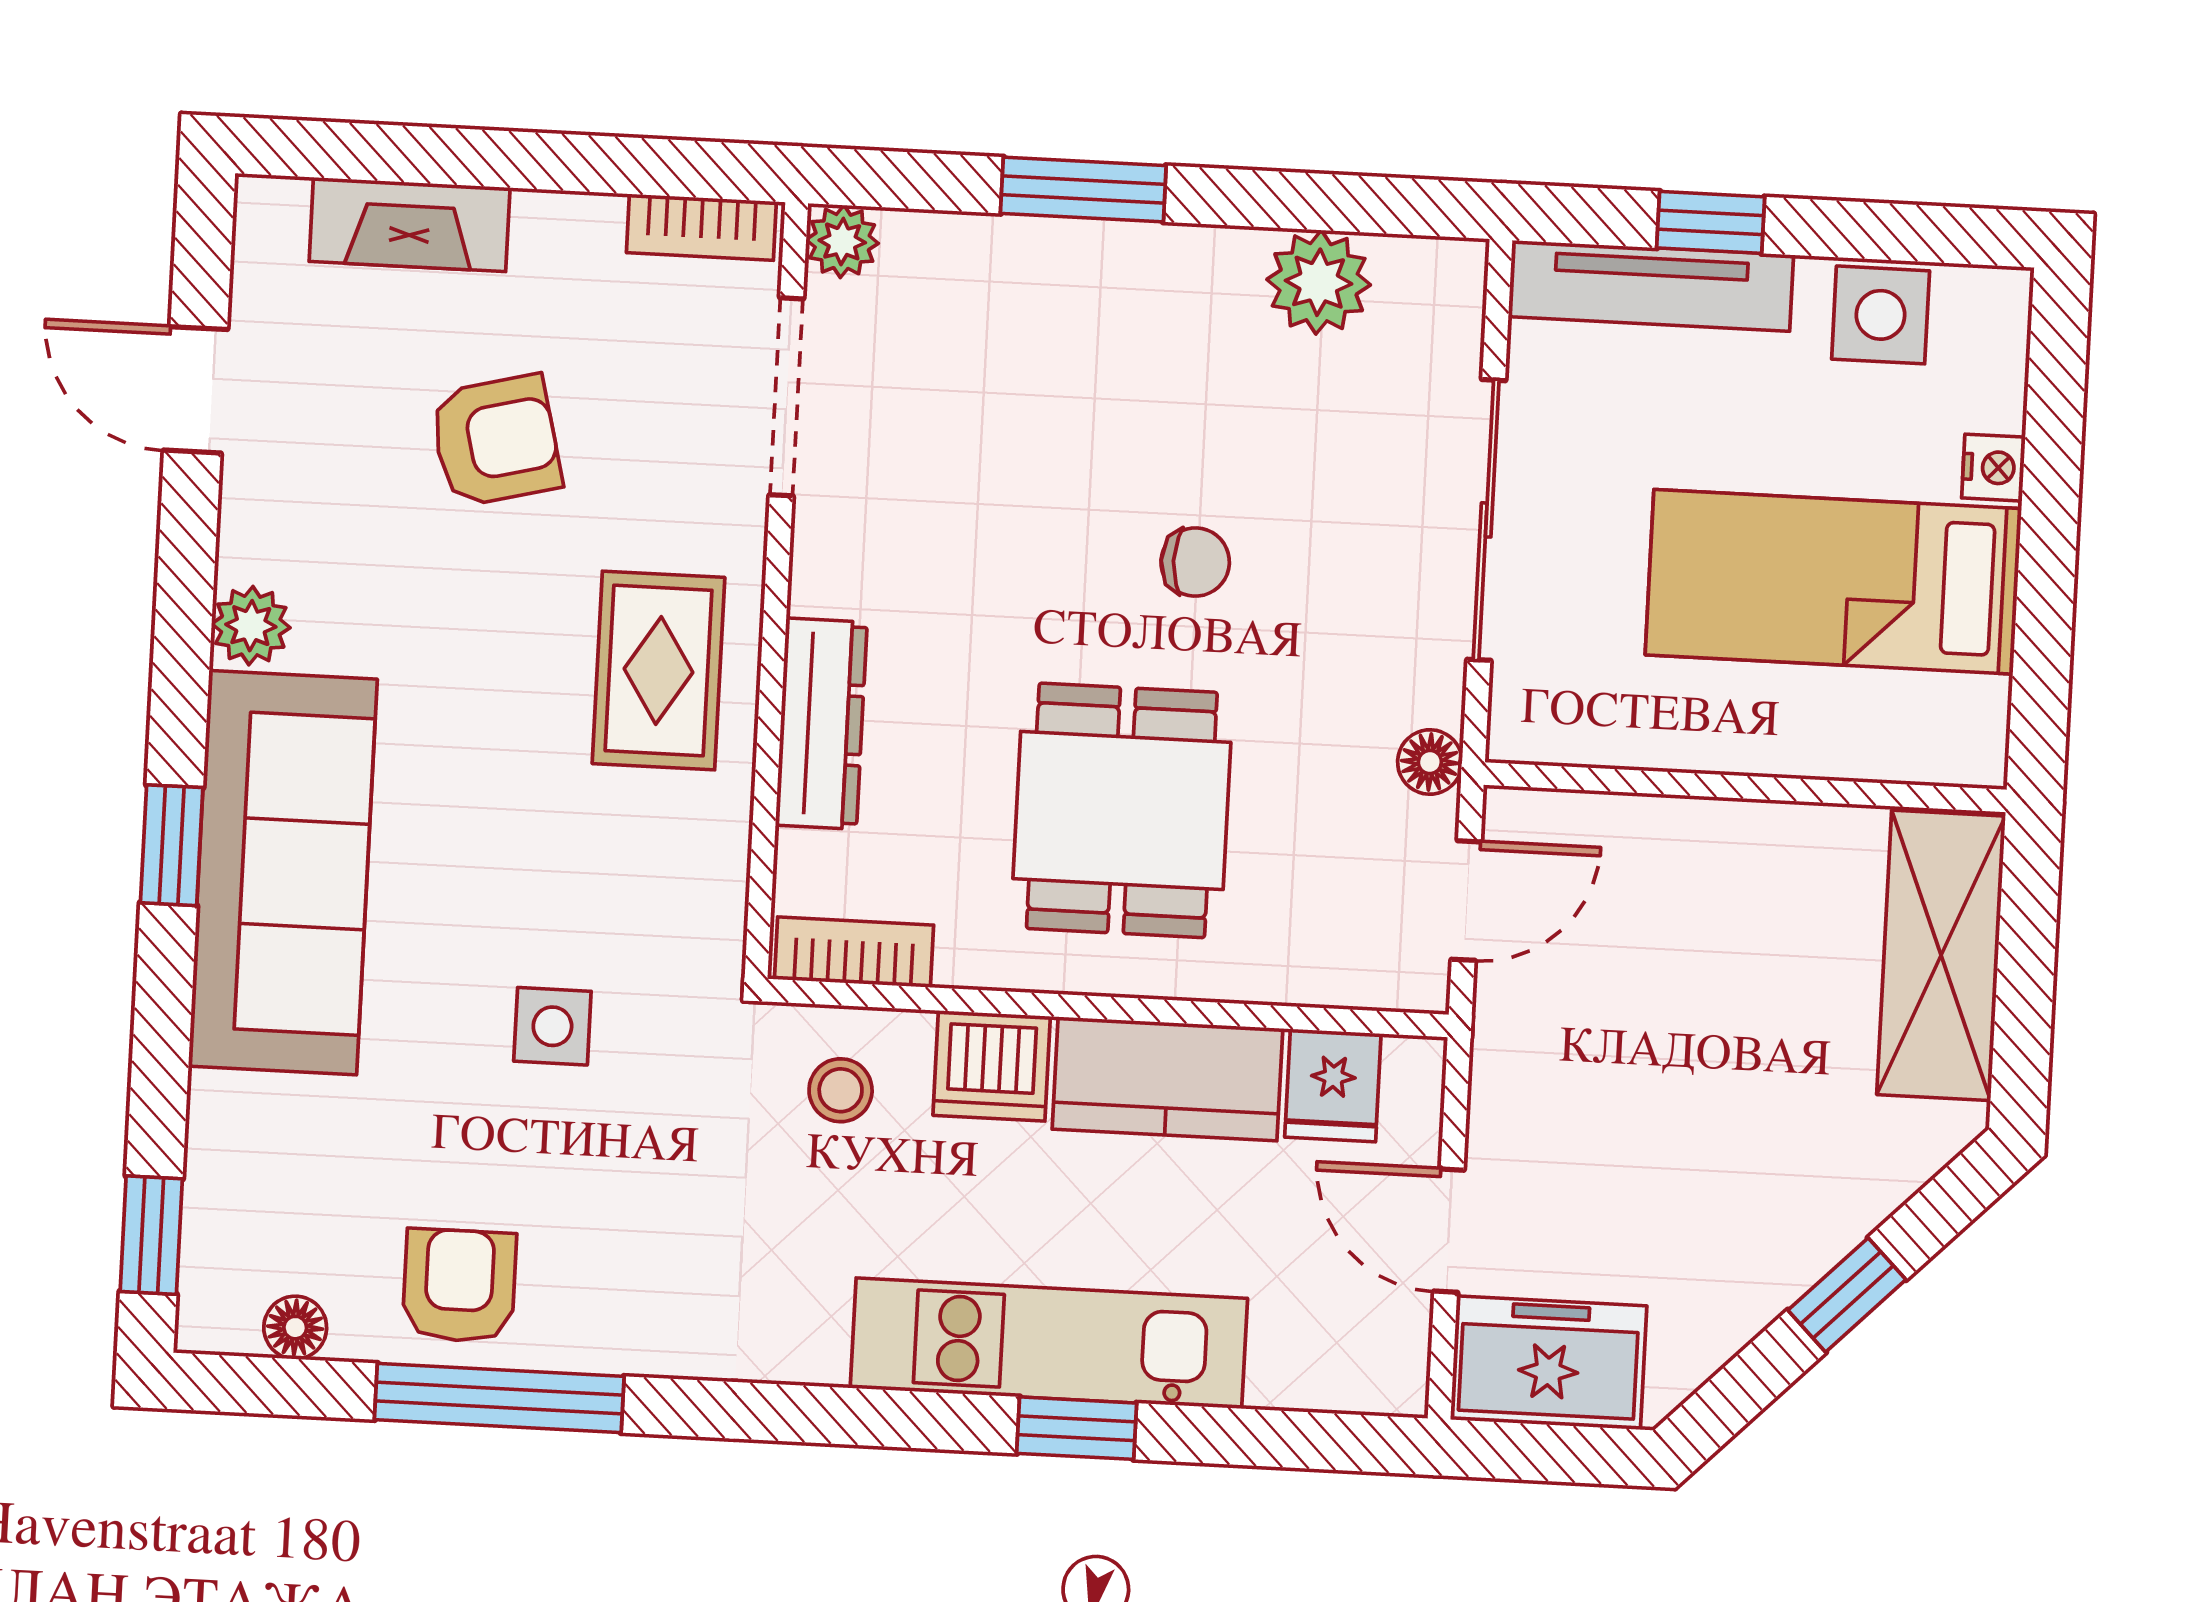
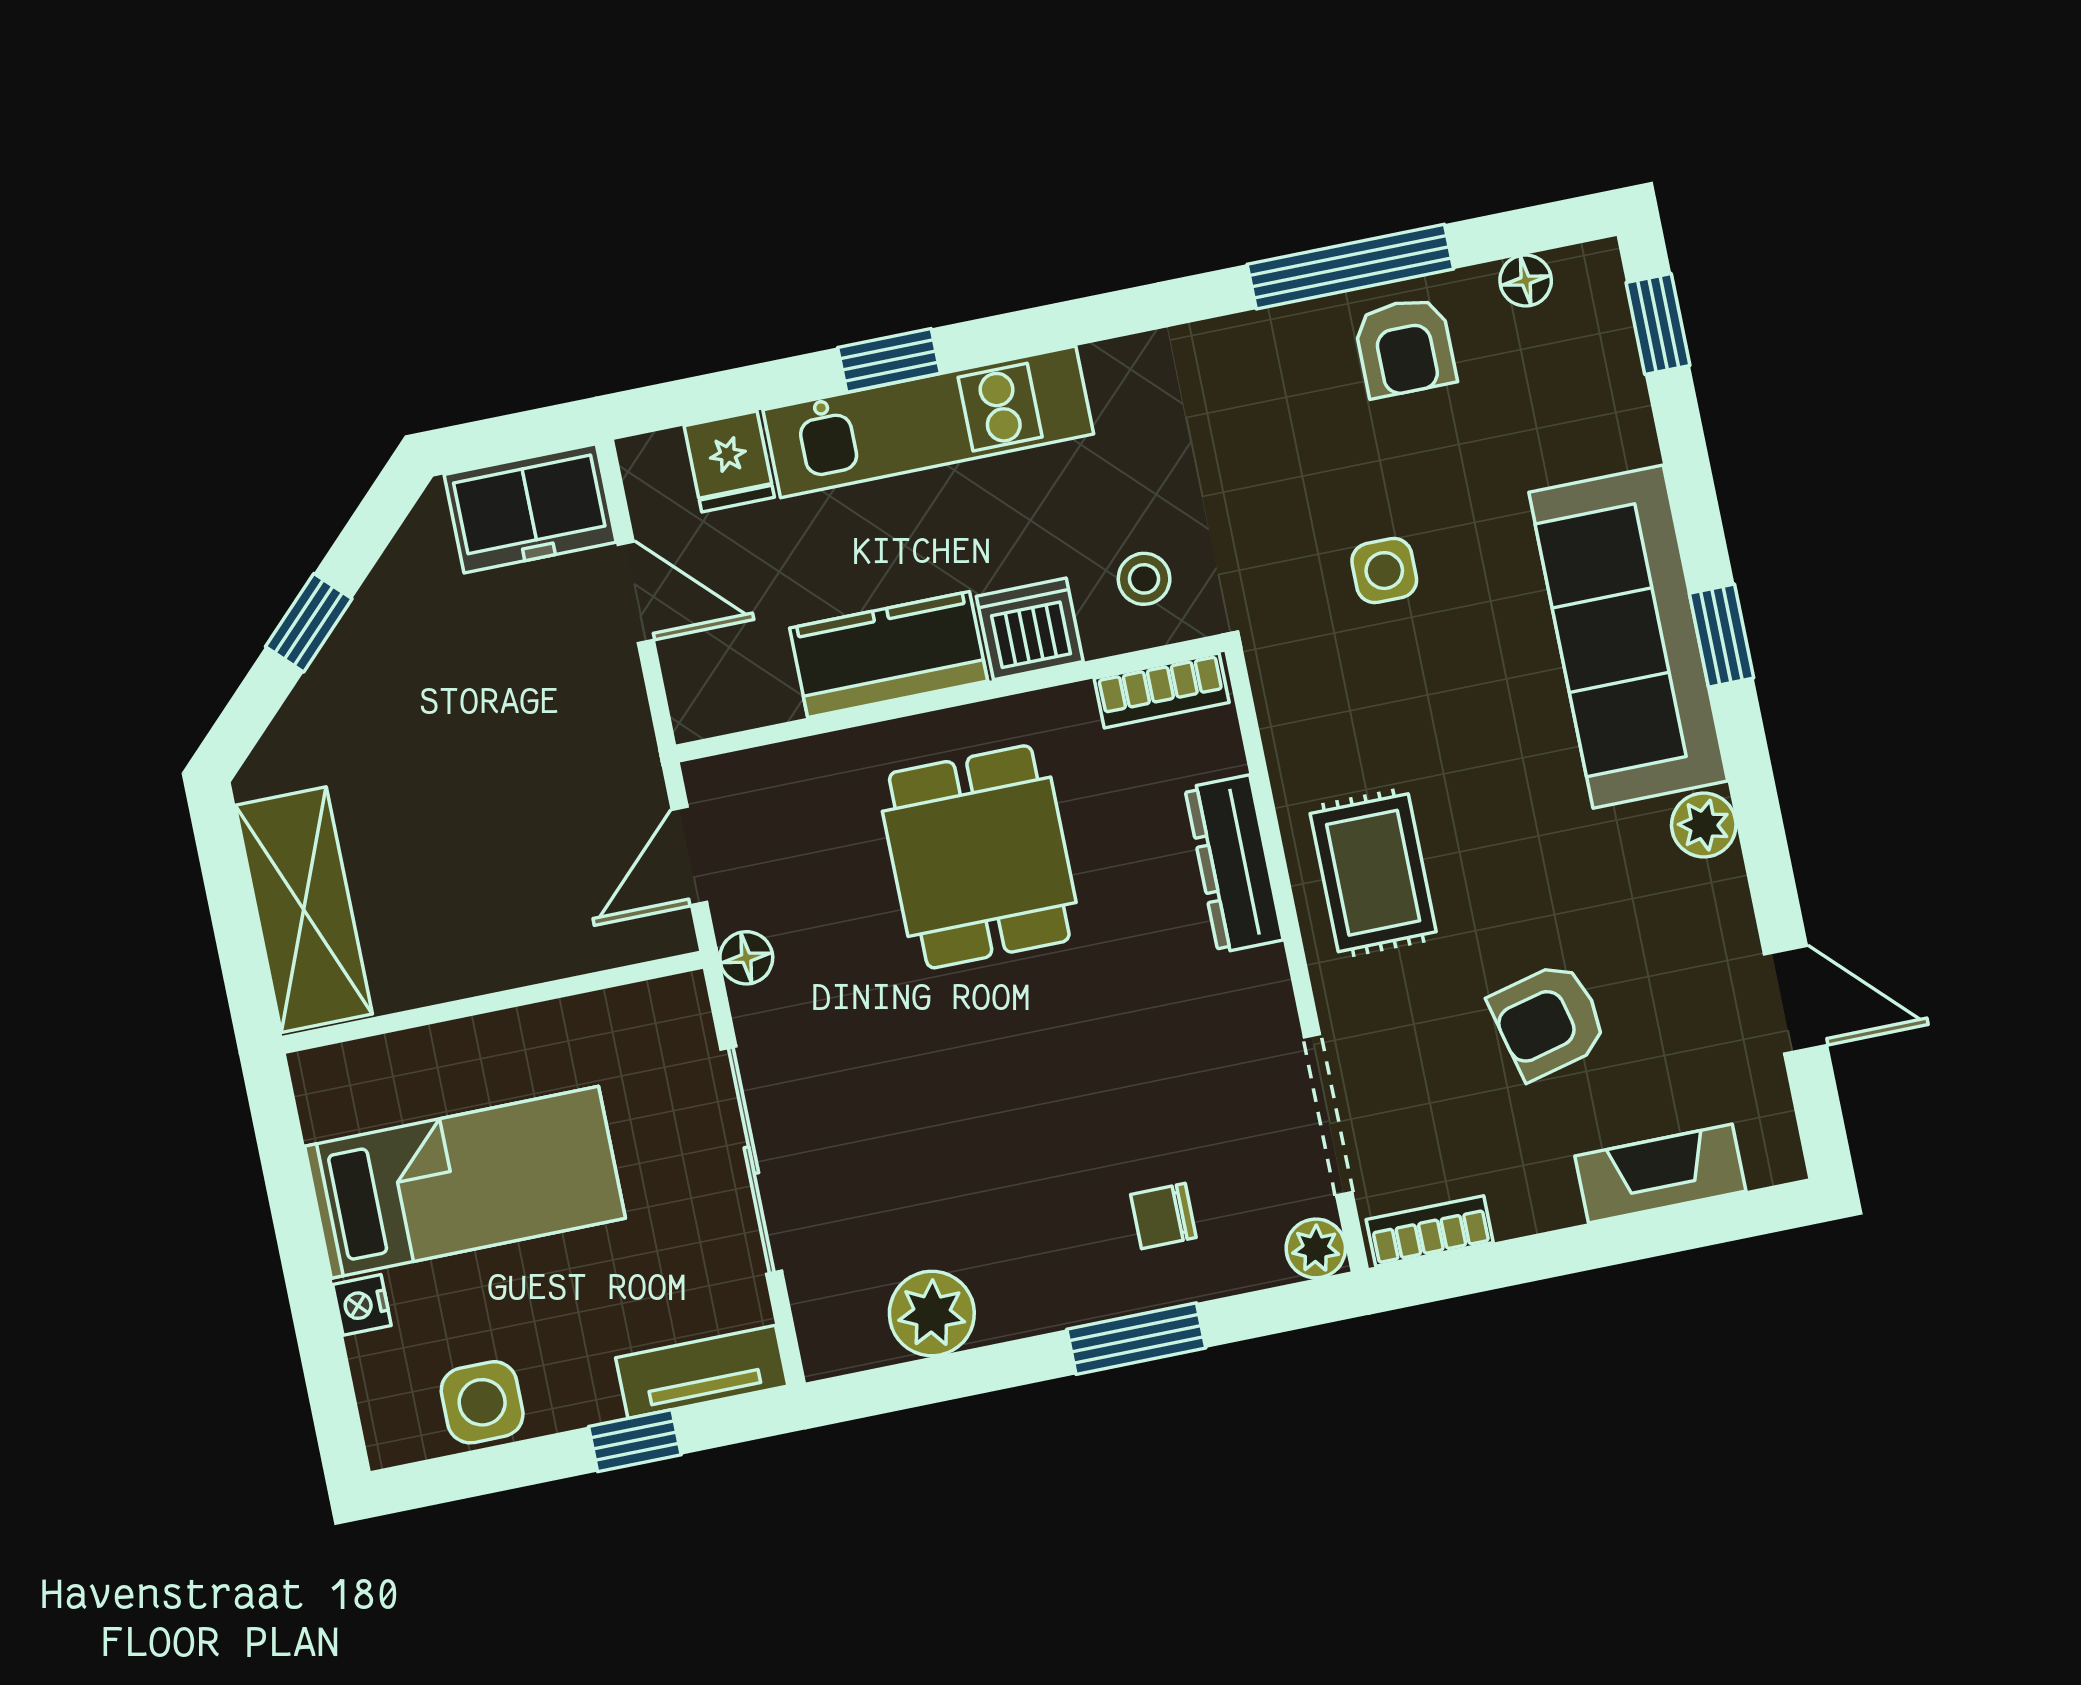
tv unit: (1651, 286) -> (702, 1372), width x0.71
chair: (1195, 562) -> (1163, 1216), moved
fridge: (1333, 1085) -> (729, 461), moved, turned 180

